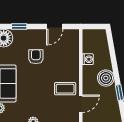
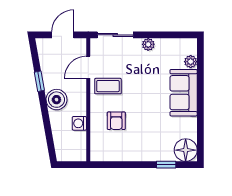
door: (55, 27) -> (121, 165), removed
armchair: (36, 57) -> (116, 121), moved

